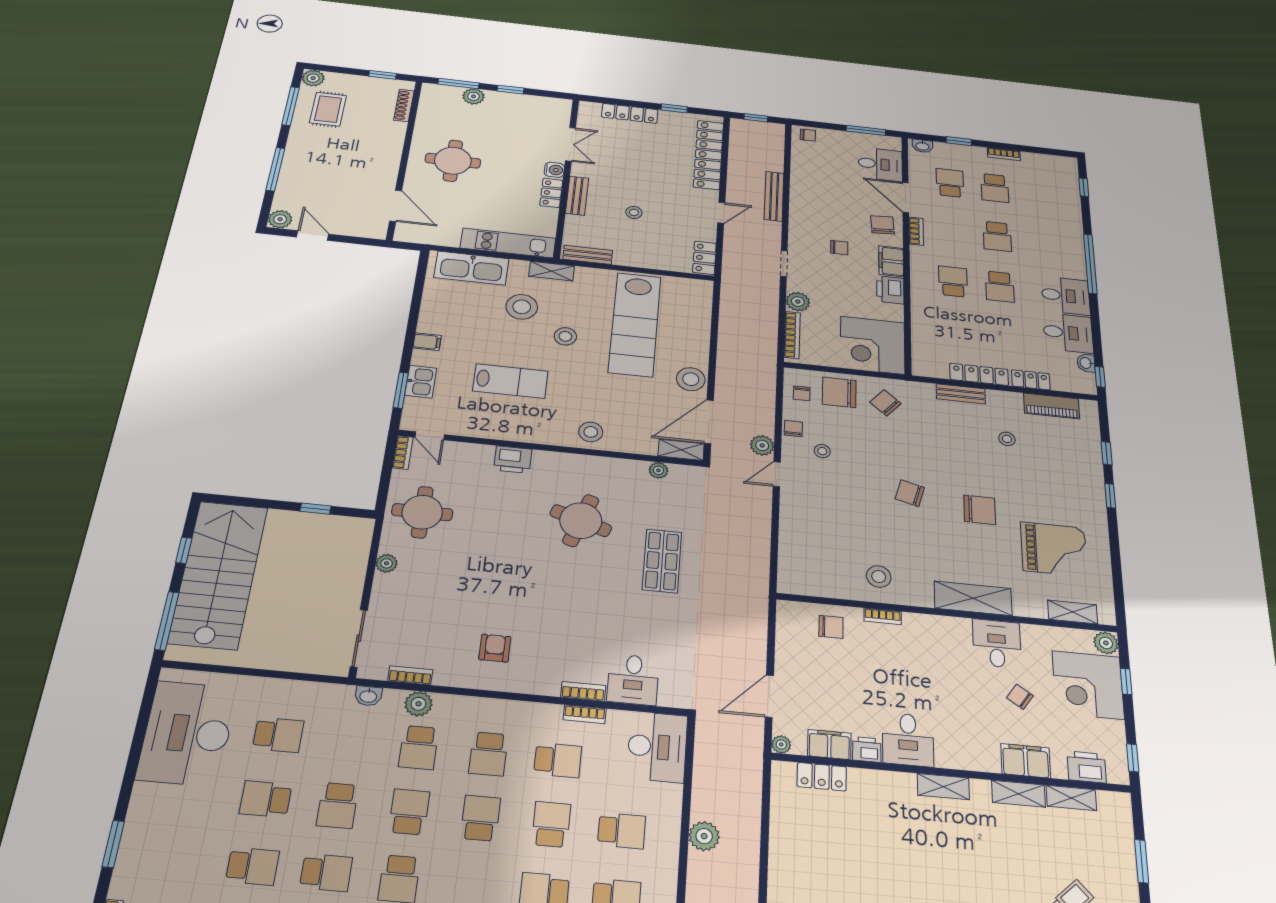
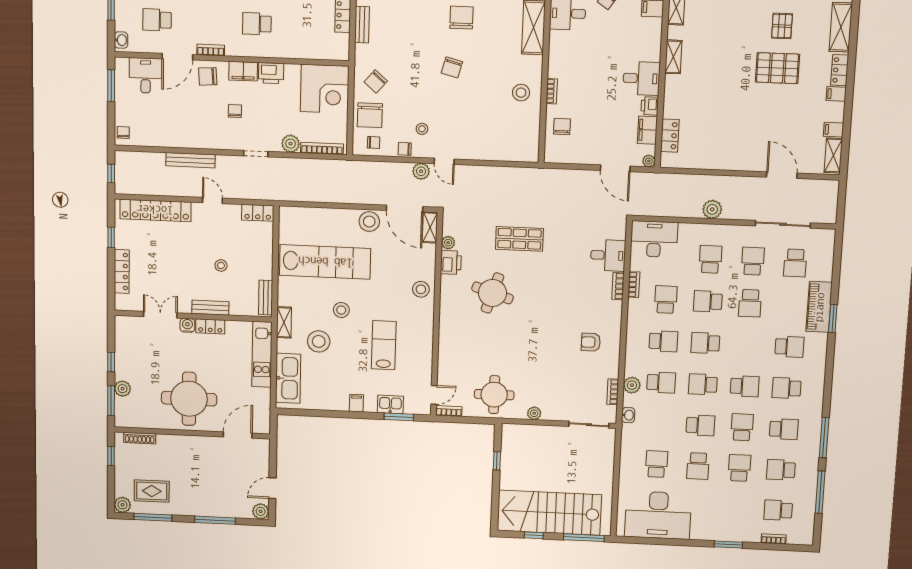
round table: (453, 161) -> (189, 399), width x1.36, depth x1.36
printer: (513, 460) -> (451, 262), moved

